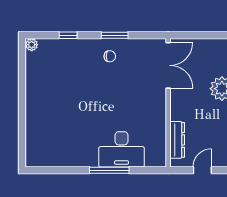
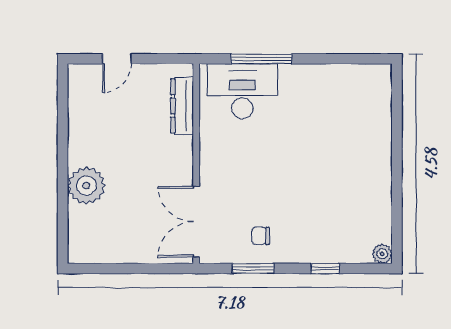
double door: (168, 65) -> (196, 222), moved
wall: (168, 103) -> (196, 164), moved
dresser: (177, 140) -> (182, 106), moved

